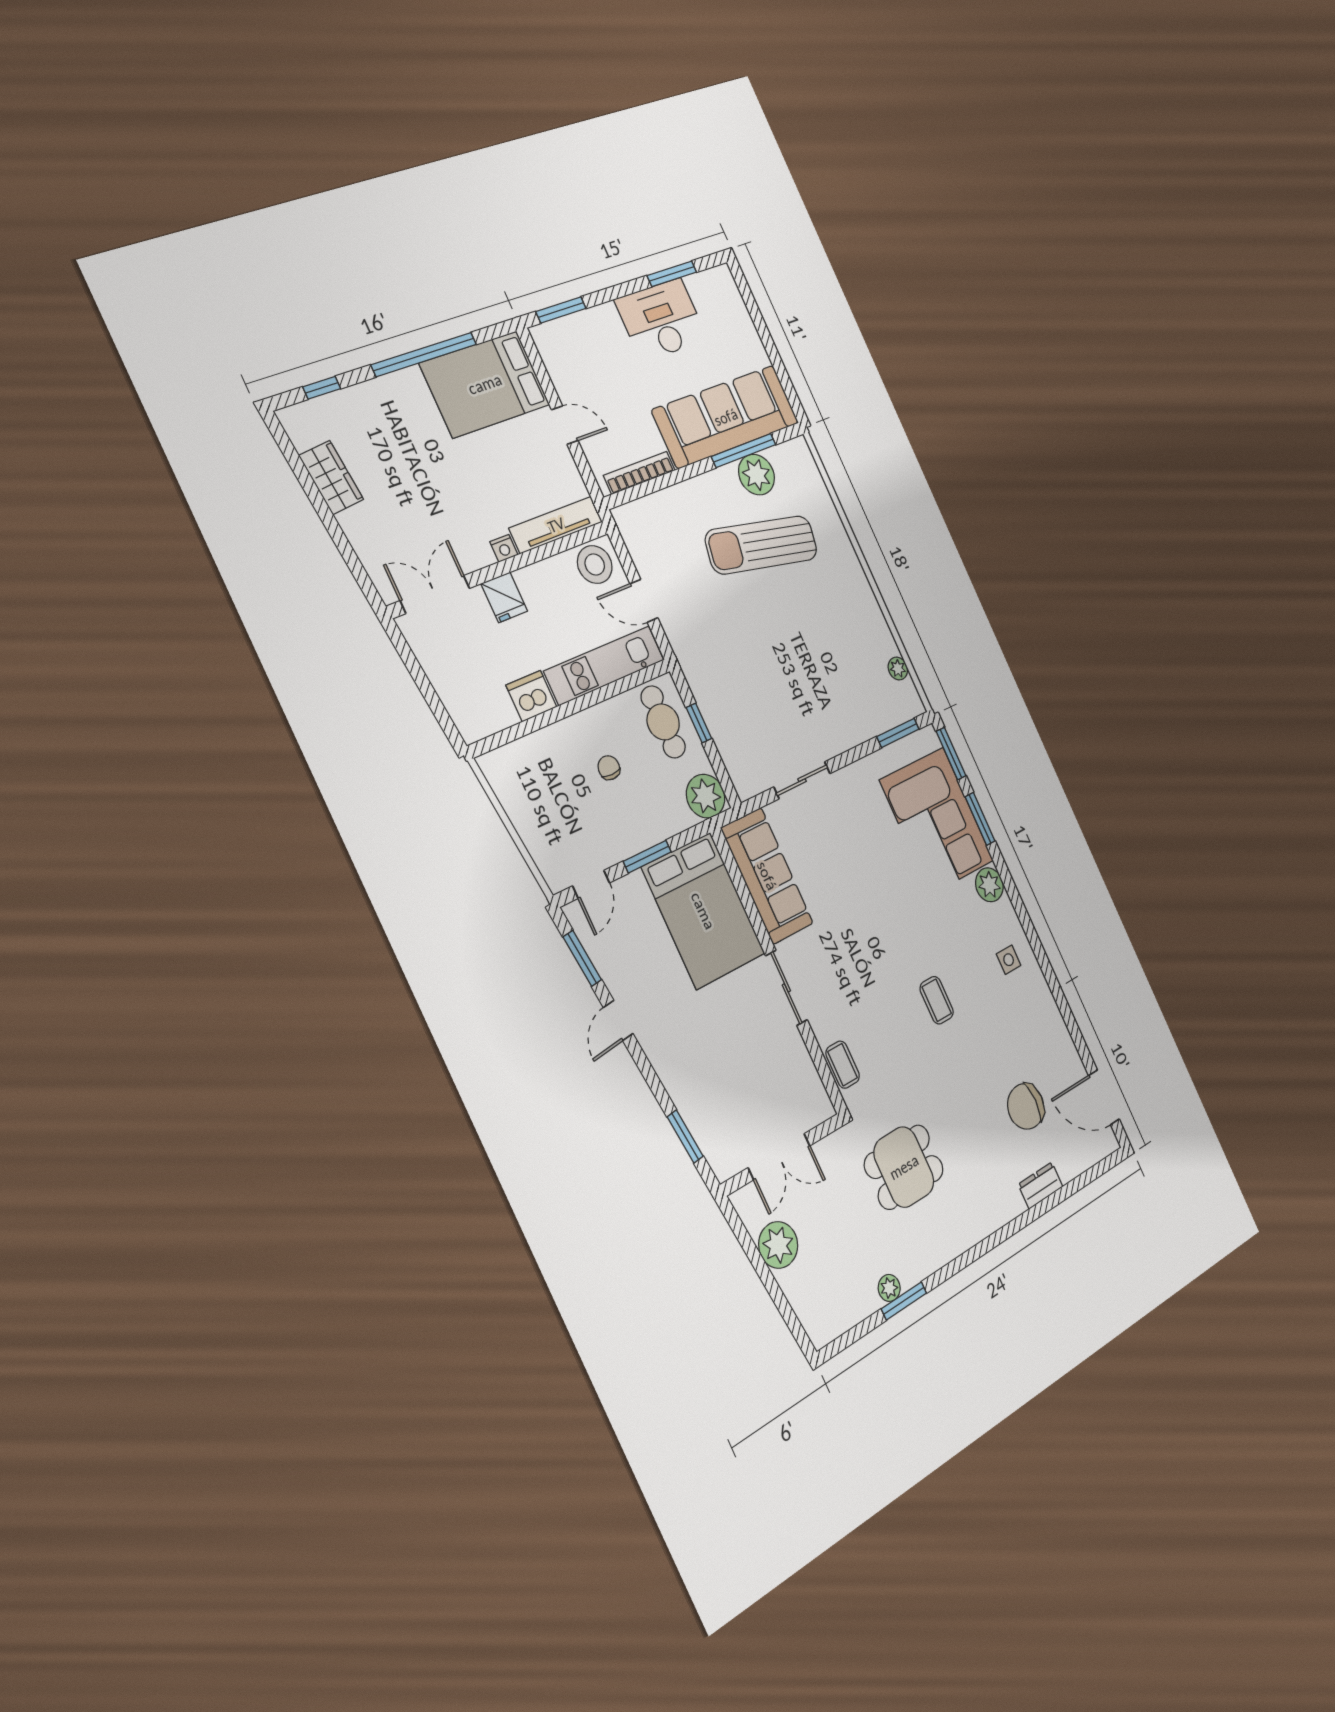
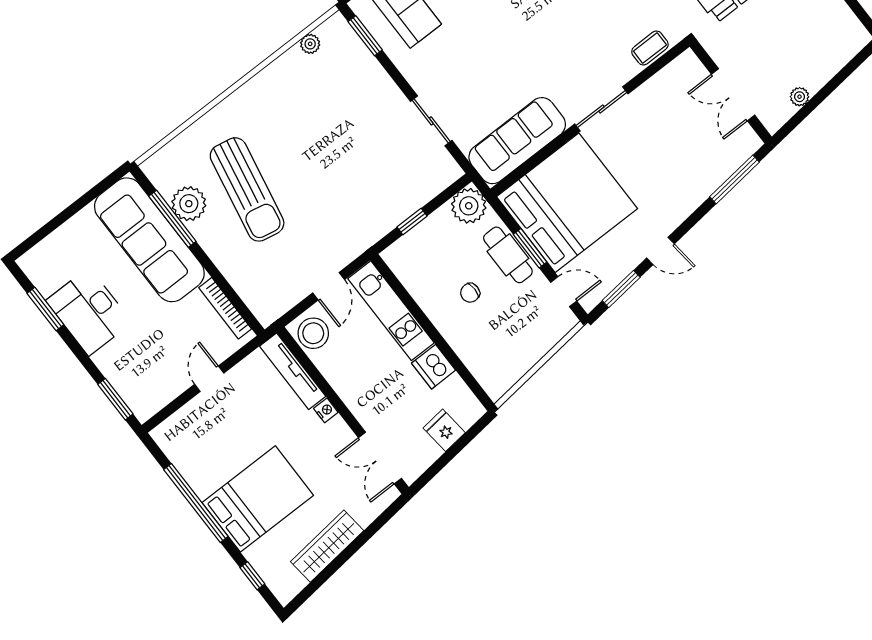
bed: (485, 384) -> (258, 499), moved, turned -90
wardrobe: (331, 477) -> (327, 546), width x1.50
fridge: (504, 597) -> (444, 430), moved, turned -96
cafe table: (663, 722) -> (508, 255), moved, turned 90
bed: (703, 911) -> (567, 203), width x1.36
window: (685, 1136) -> (734, 179), width x1.44
double door: (779, 1157) -> (733, 95), swing flipped
plant: (778, 1245) -> (800, 97), width x0.53, depth x0.53

